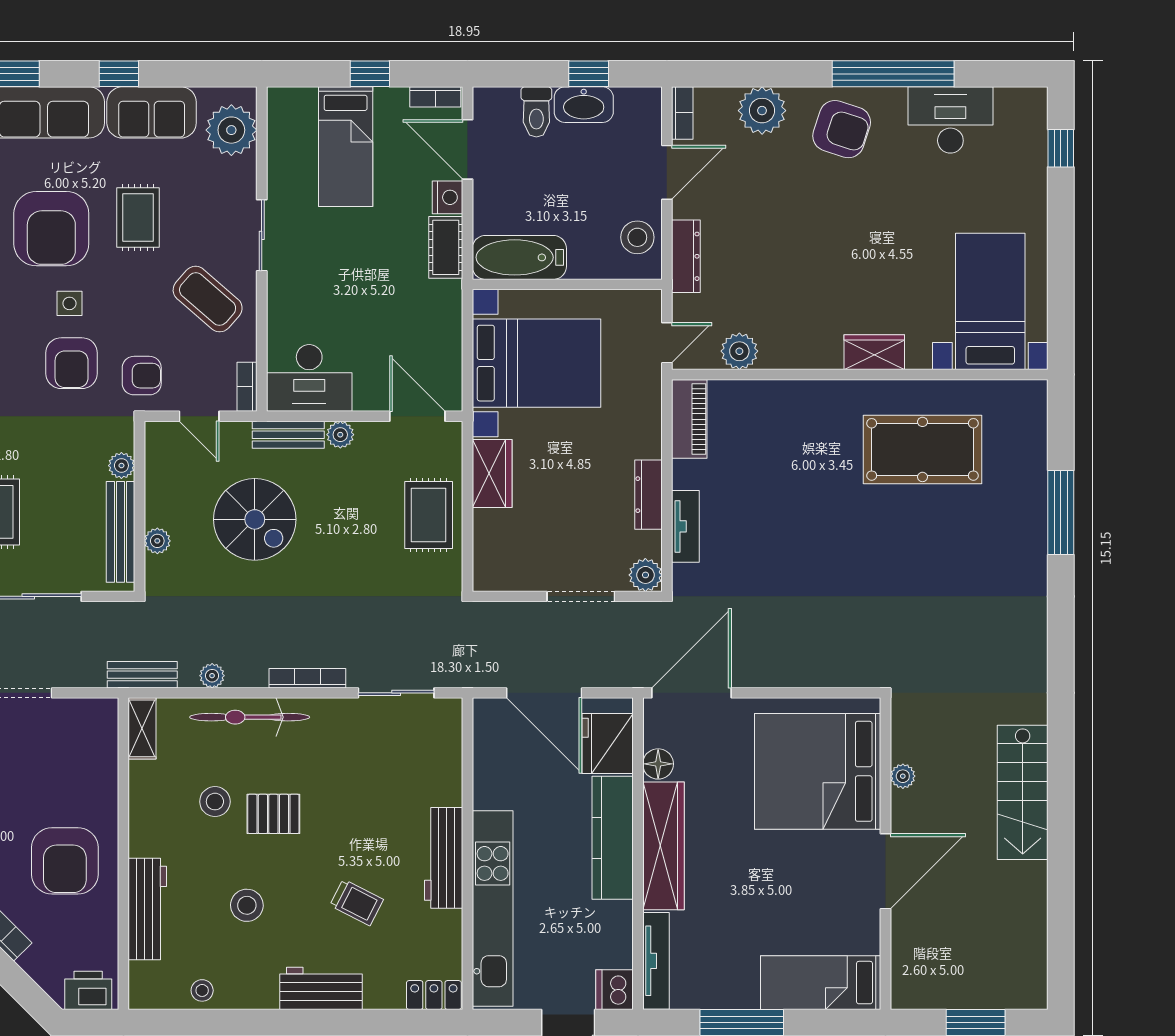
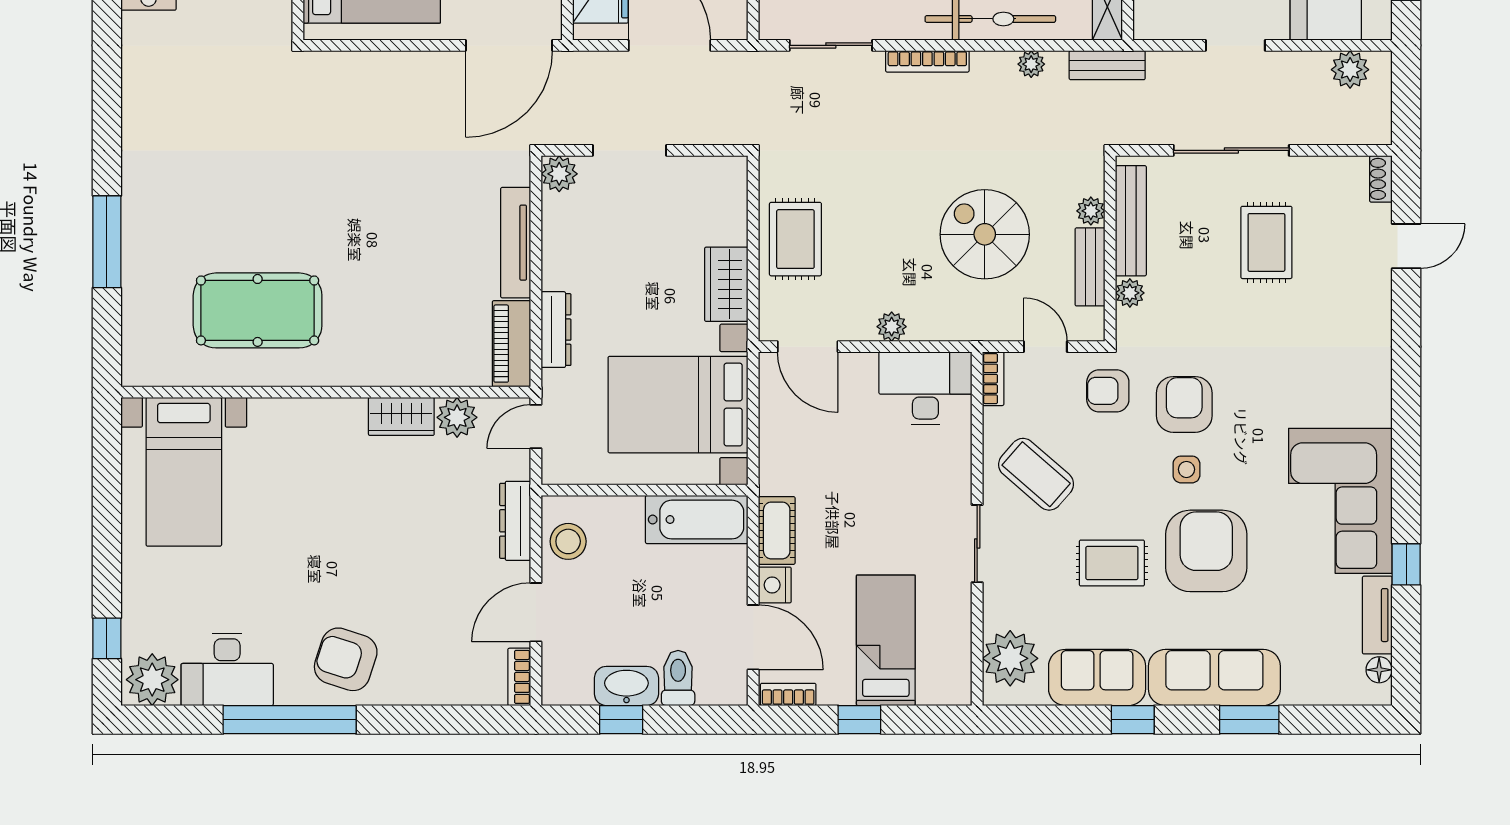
plant: (762, 111) -> (152, 680), moved
rug: (138, 218) -> (1112, 563), turned 90
wardrobe: (874, 352) -> (401, 416), moved
bench: (288, 435) -> (1090, 267), moved, turned 90
dresser: (648, 495) -> (556, 330), moved
tv unit: (685, 526) -> (516, 243), width x1.41

